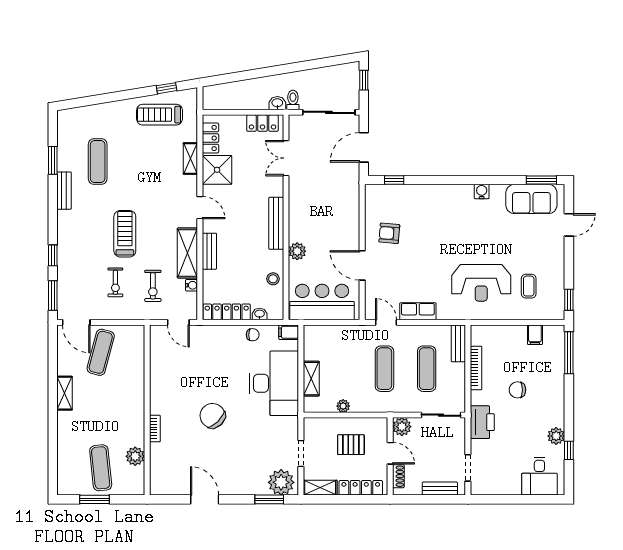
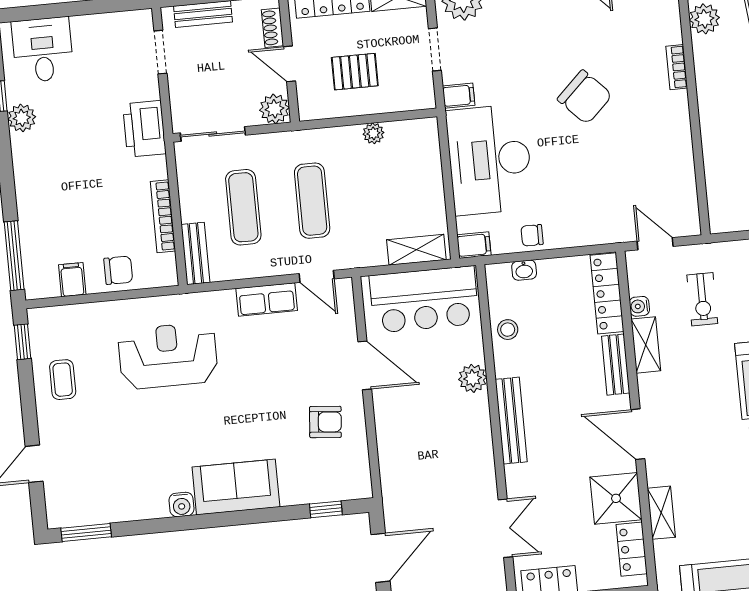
sofa: (531, 199) -> (236, 487), moved
door: (200, 208) -> (638, 434), width x1.38
shelving: (187, 253) -> (646, 345), width x0.67, depth x0.75
exercise bike: (153, 286) -> (702, 299), turned 180
coffee table: (529, 286) -> (63, 380), moved
locker: (227, 312) -> (607, 293), moved, turned 90
shelving: (311, 379) -> (416, 250), moved, turned 90
chair: (517, 390) -> (118, 270), moved
filing cabinet: (289, 424) -> (459, 96), added

